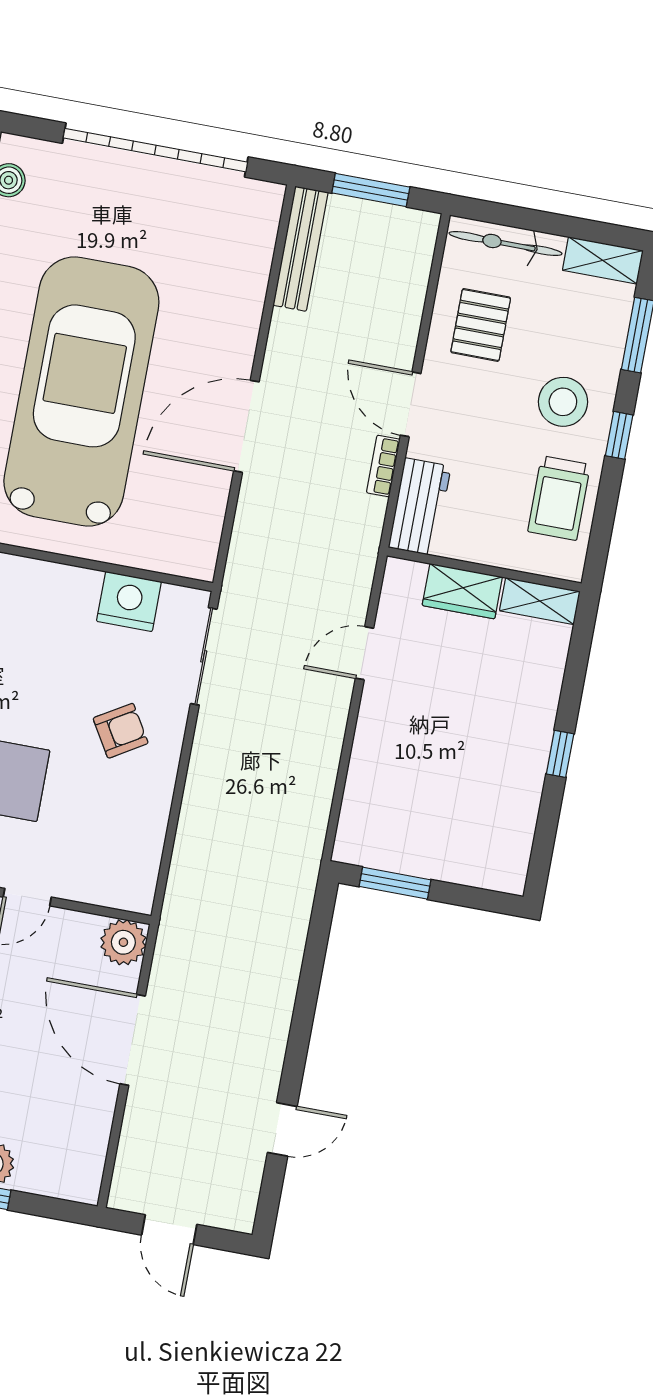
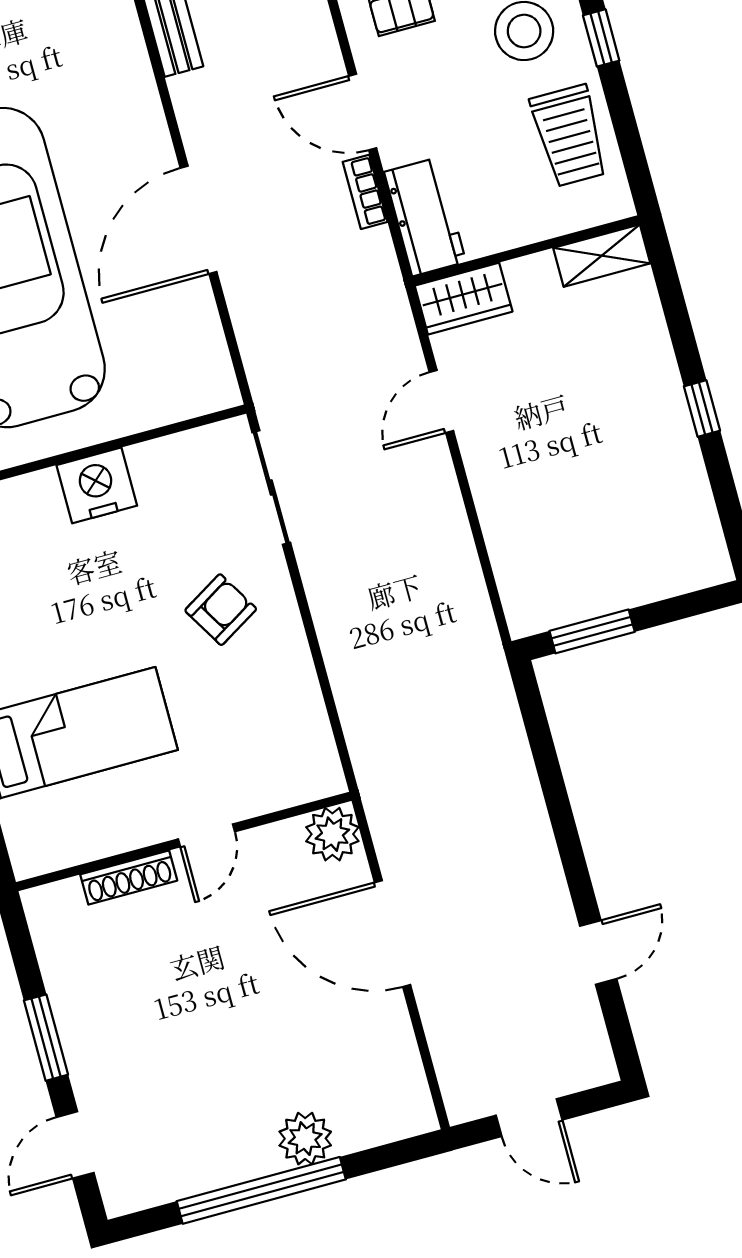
wardrobe: (462, 591) -> (464, 299), moved
nightstand: (129, 601) -> (97, 485), moved

